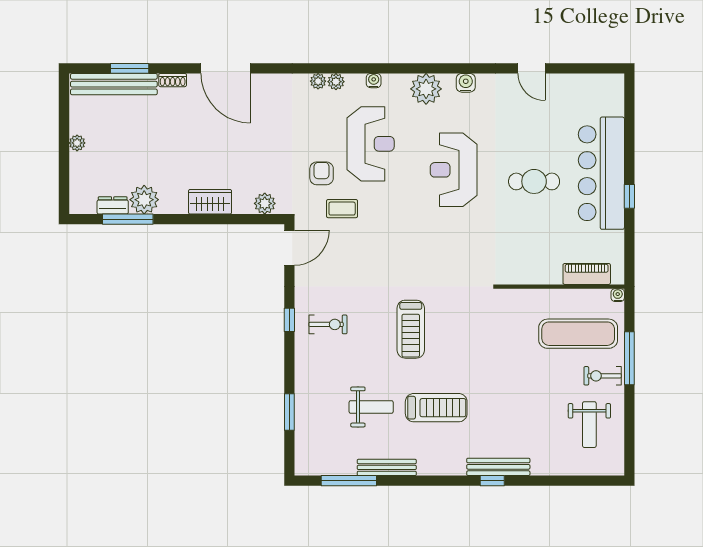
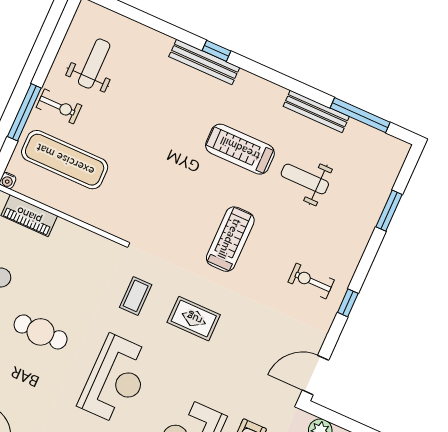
coffee table: (342, 209) -> (136, 296), moved, turned 90
rug: (412, 250) -> (194, 319), added

